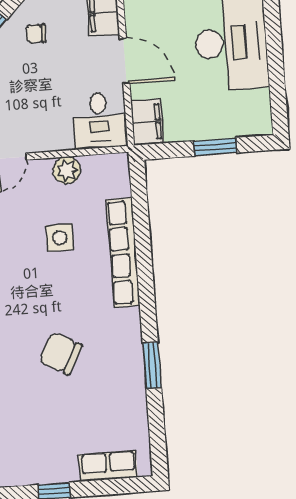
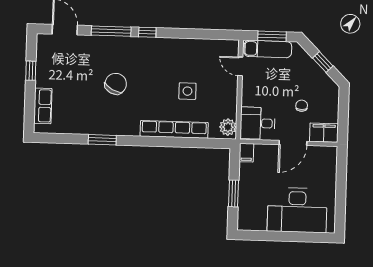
chair: (36, 34) -> (302, 106), moved
filing cabinet: (147, 122) -> (246, 153), width x0.50
plant: (67, 170) -> (228, 127), moved

